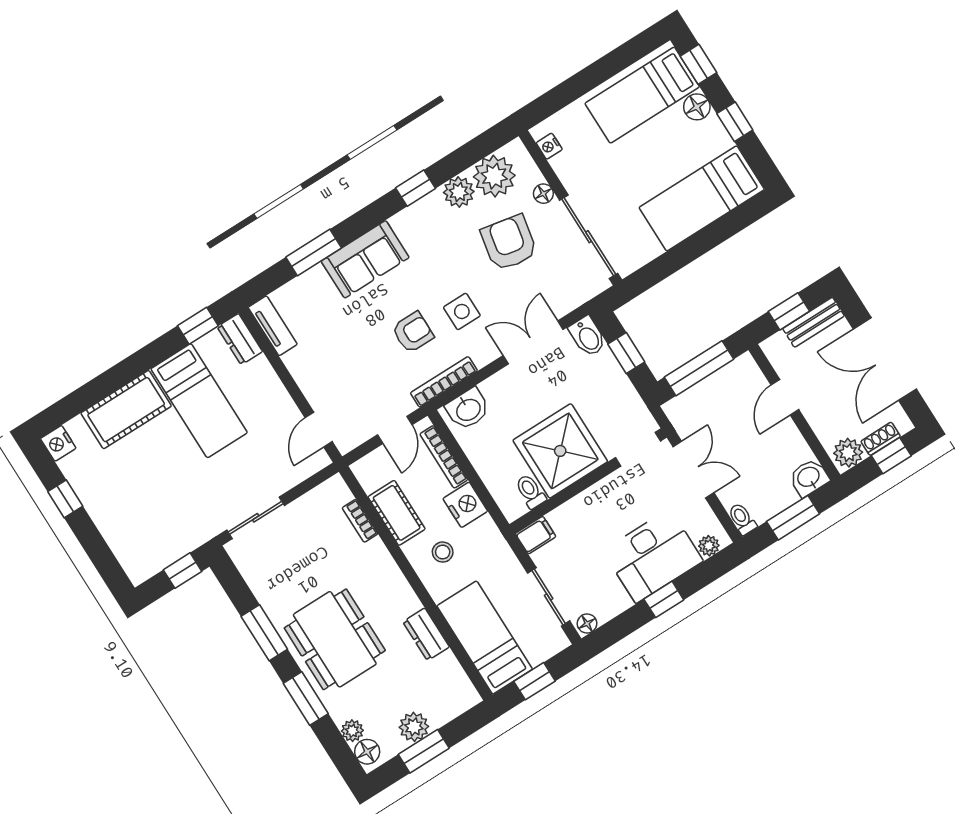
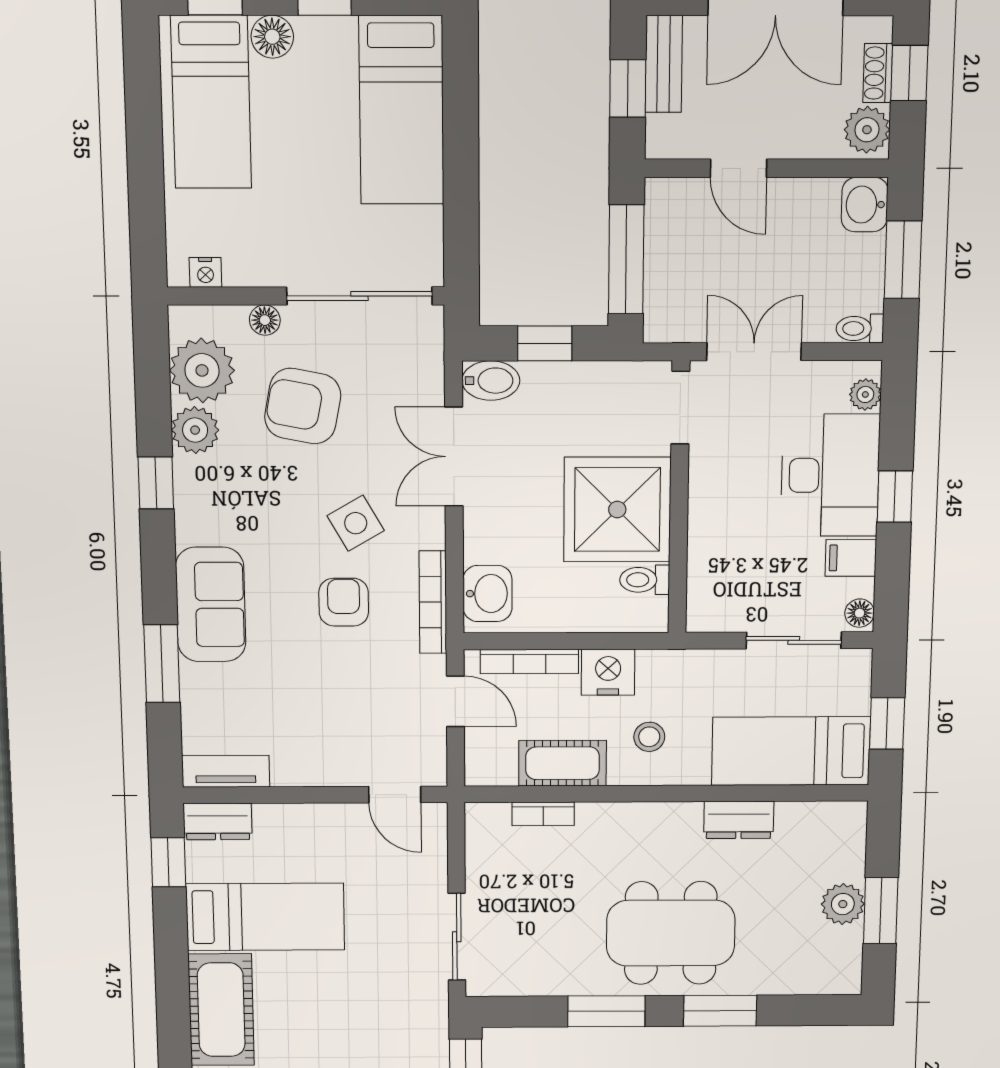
side table: (462, 311) -> (356, 523), turned -30
filing cabinet: (536, 535) -> (851, 558), moved, turned -90
plant: (352, 731) -> (797, 980), removed
floor lamp: (367, 752) -> (835, 978), removed

